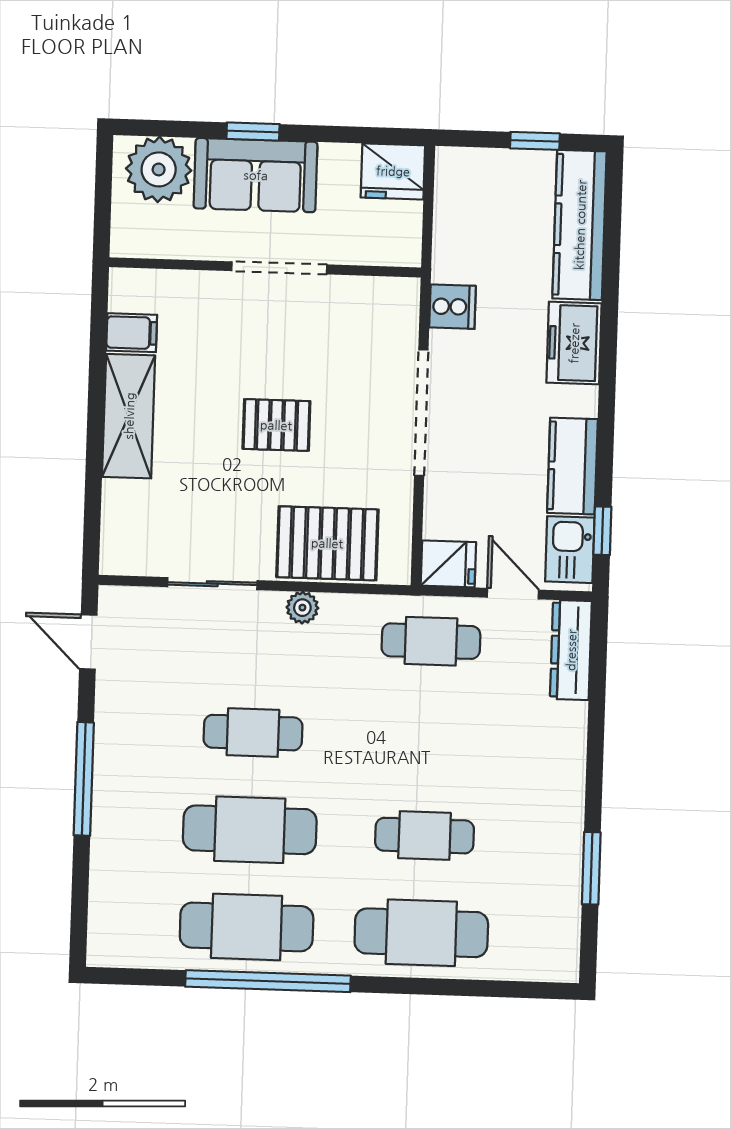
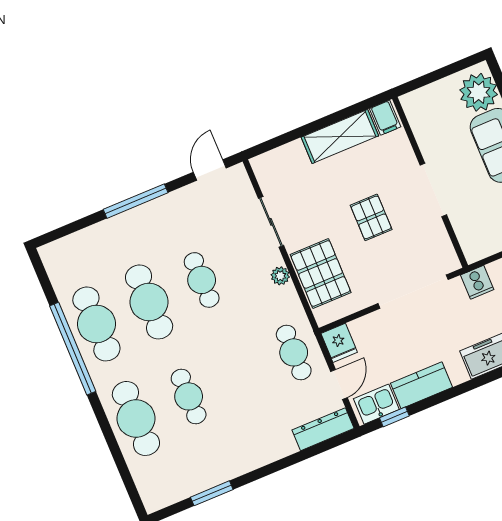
wall: (265, 267) -> (430, 182), moved
doorway: (279, 268) -> (433, 190), moved

